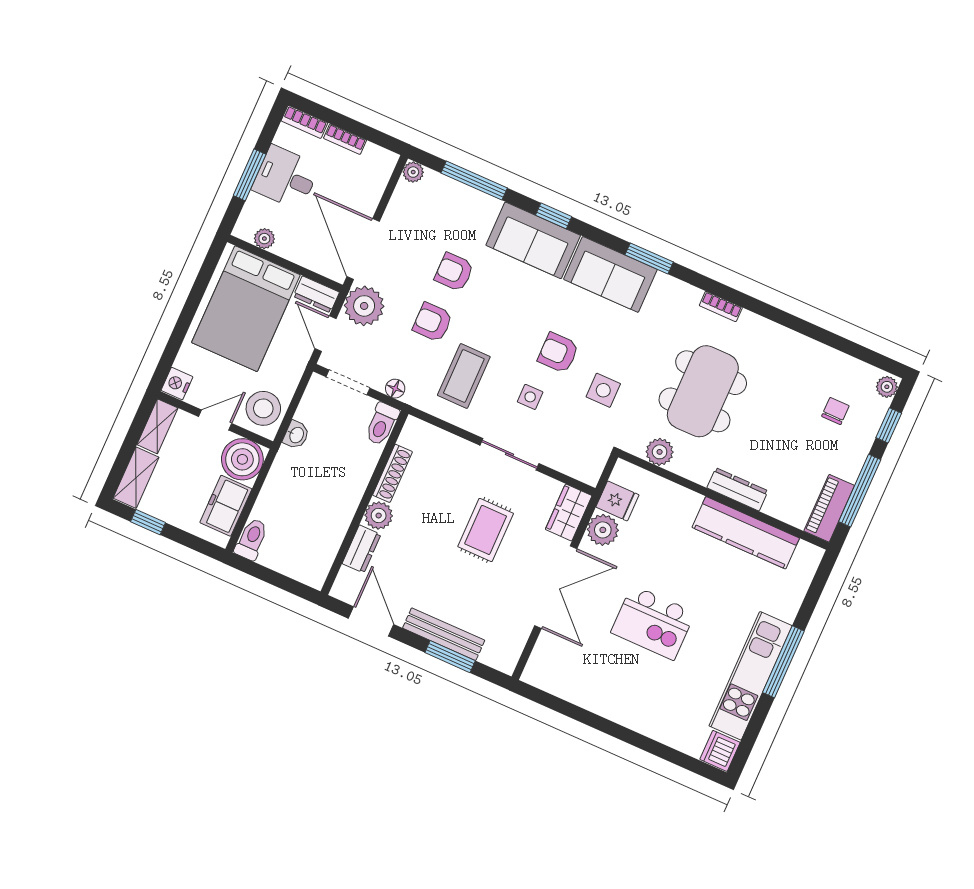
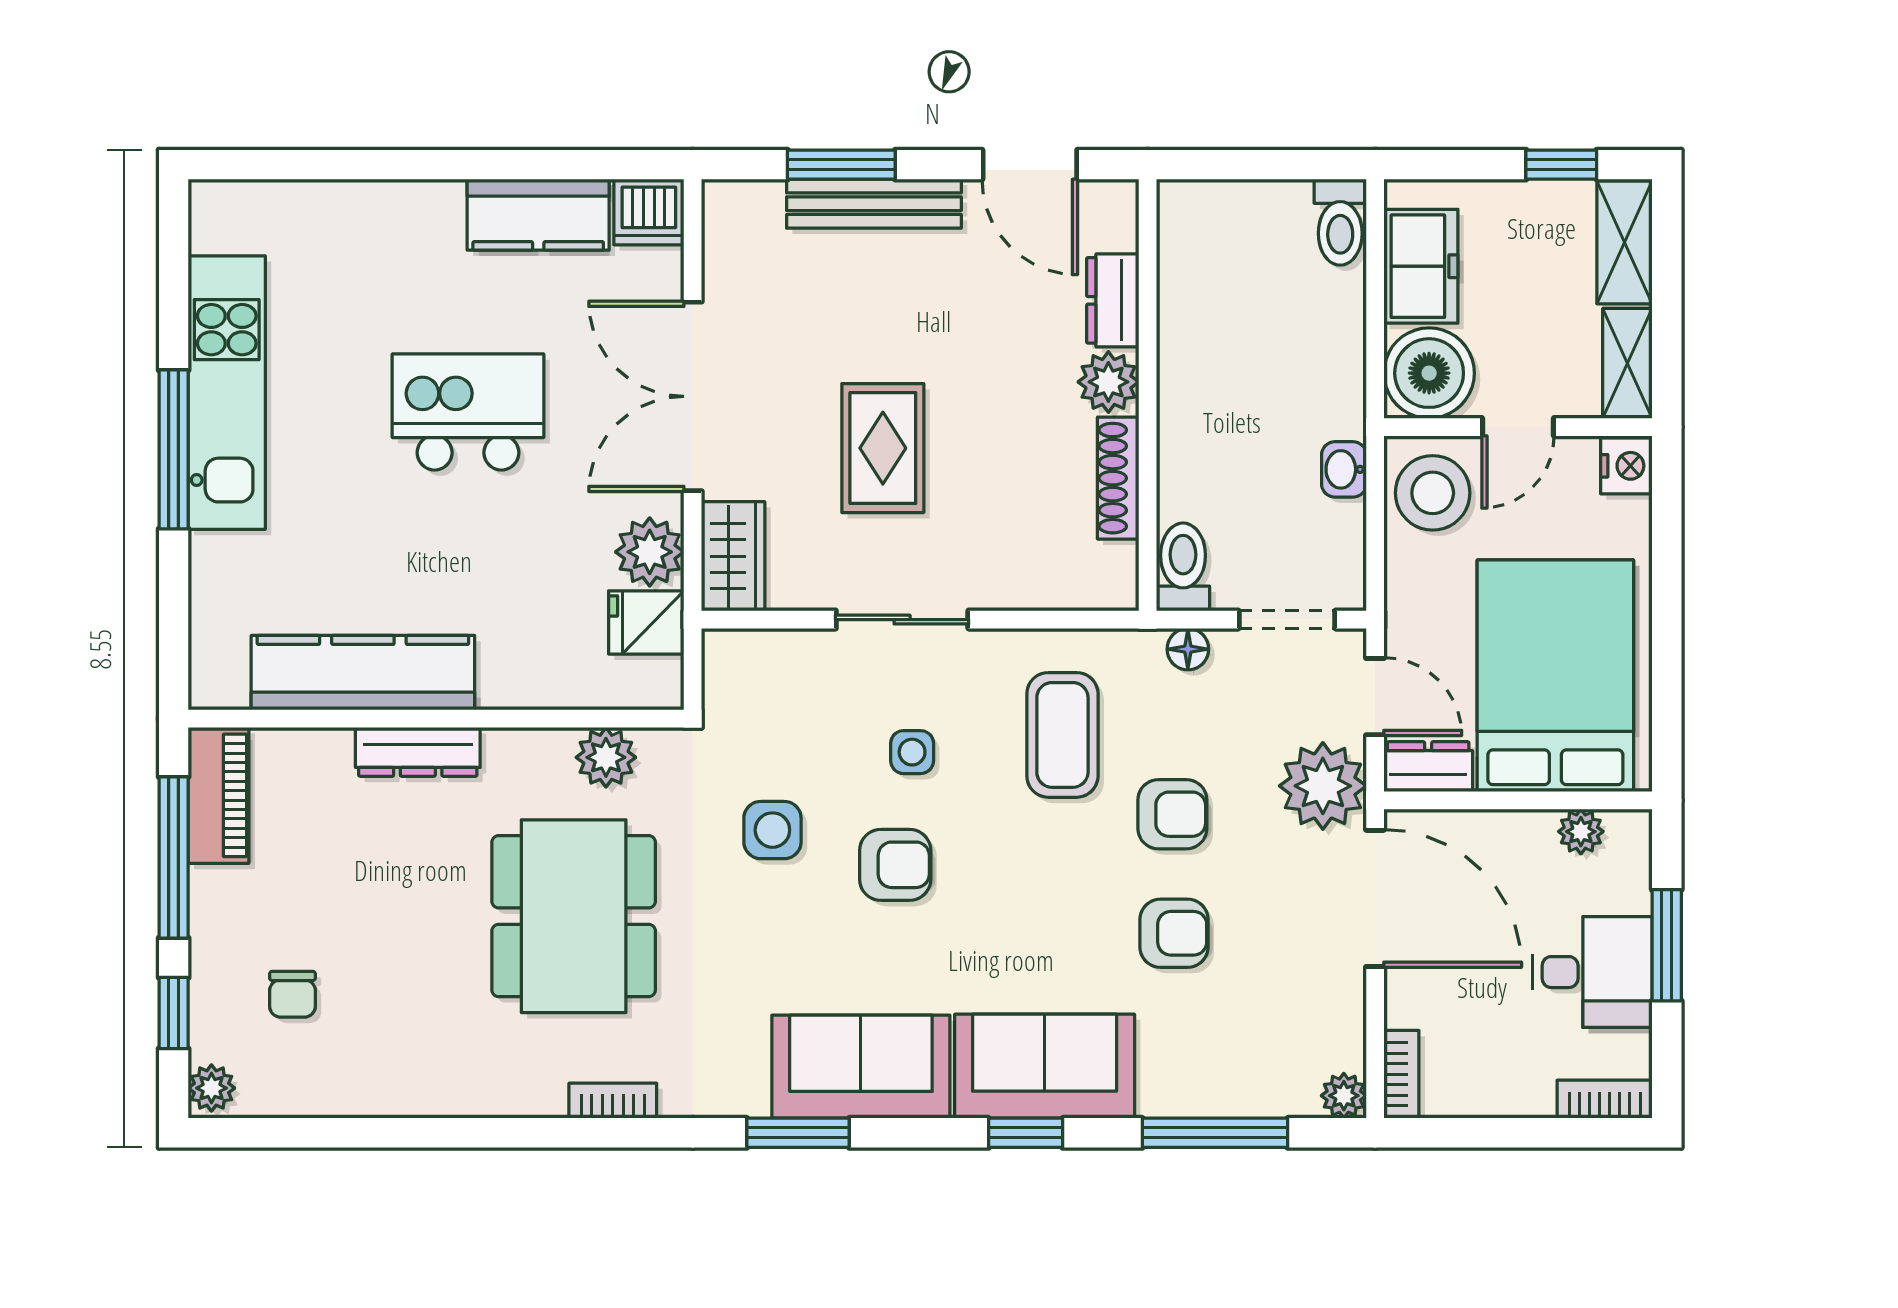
bookcase: (345, 139) -> (1401, 1074), moved, turned 90
kitchen counter: (587, 692) -> (538, 215), added
dishwasher: (720, 751) -> (649, 212), moved, turned 90

